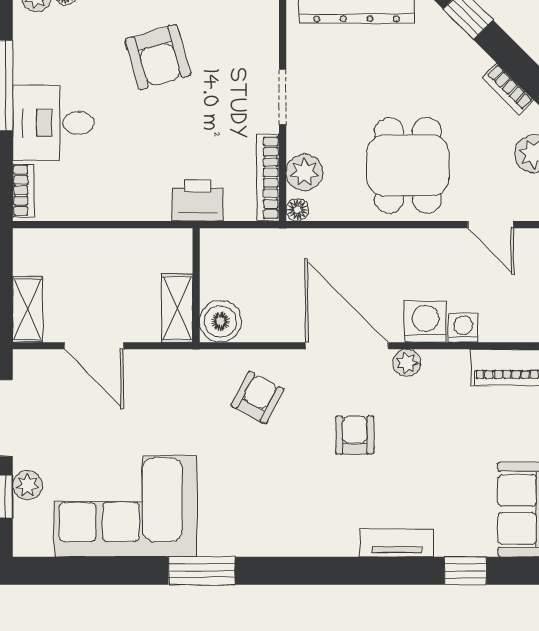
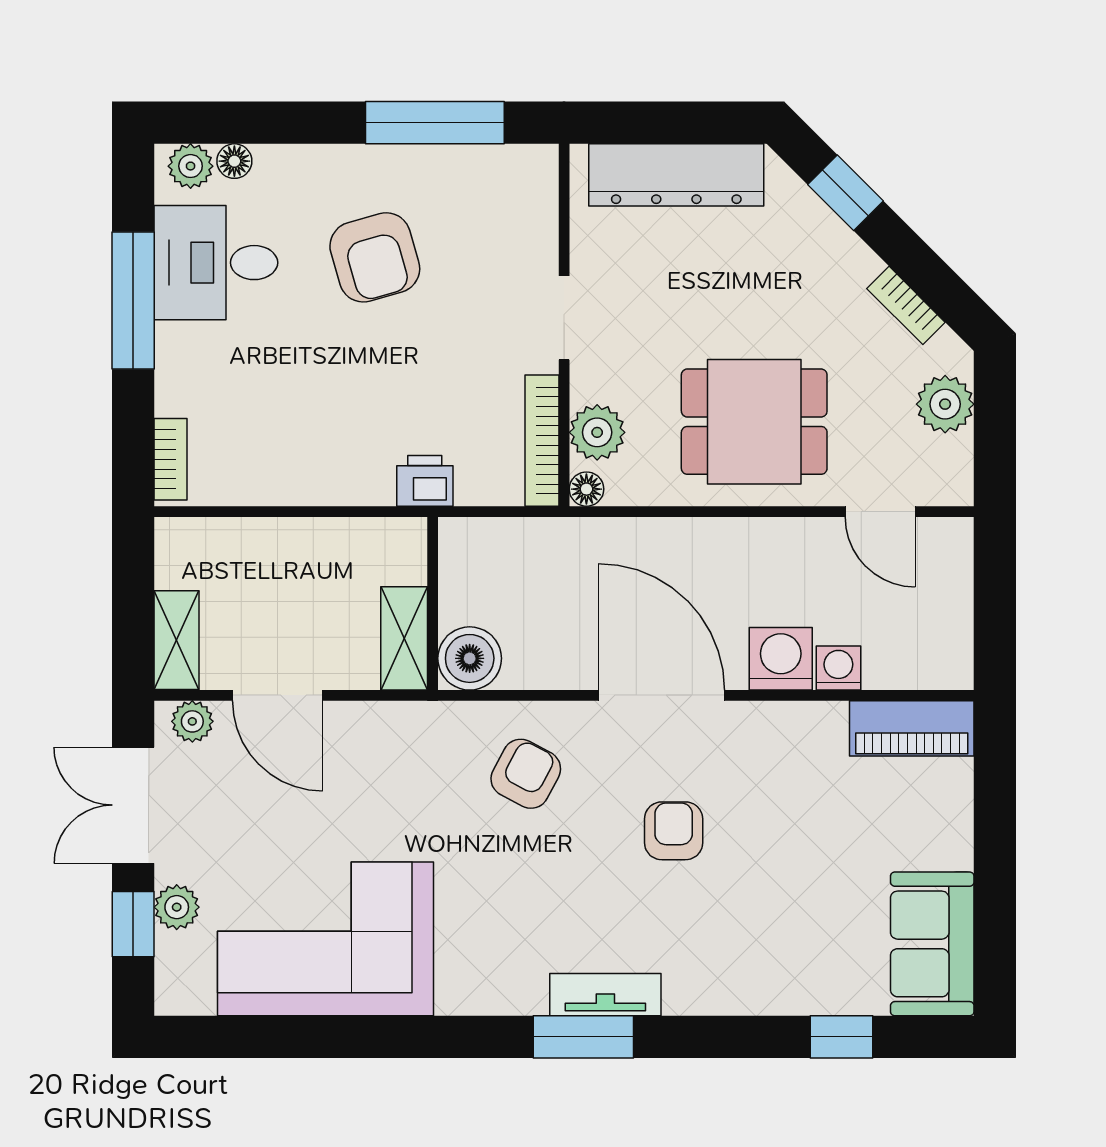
desk: (53, 123) -> (216, 263), moved
dining table: (408, 165) -> (754, 422), turned 90
printer: (198, 200) -> (425, 481), width x0.73, depth x0.81
plant: (407, 363) -> (192, 721), moved
tv unit: (397, 543) -> (605, 995), moved
window: (202, 571) -> (583, 1037), moved

